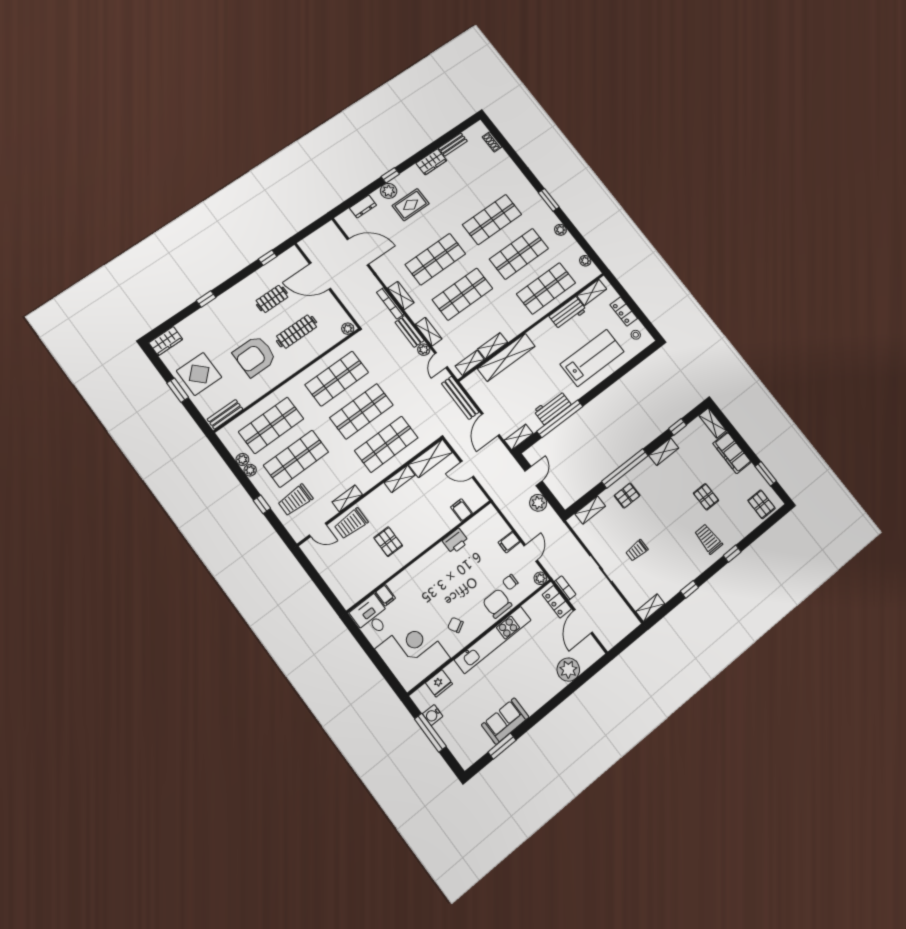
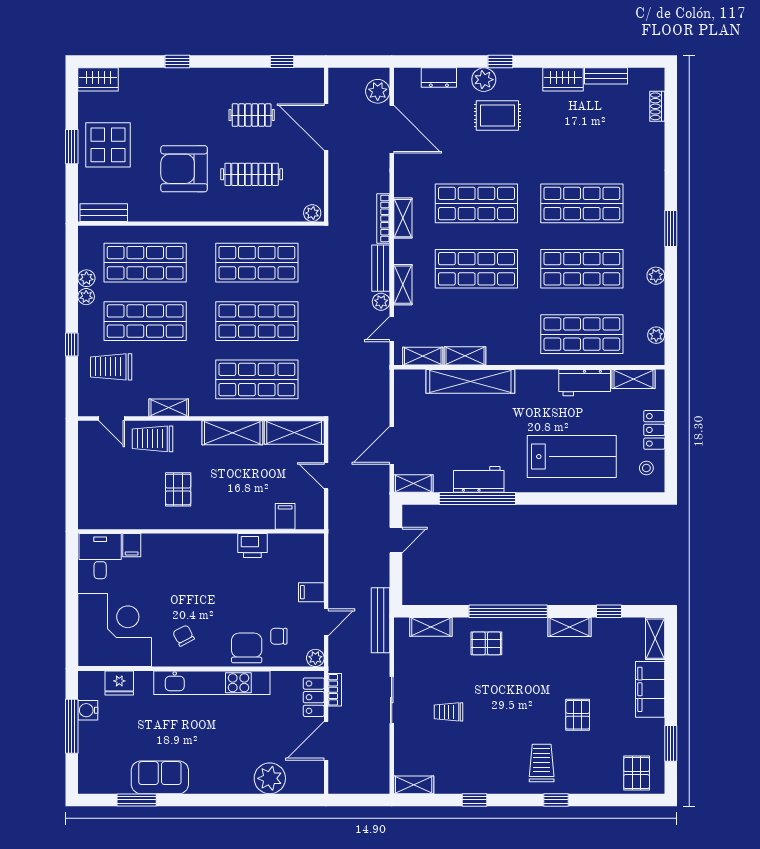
bench: (460, 398) -> (381, 620), moved
shelving: (400, 479) -> (232, 433), width x1.50, depth x1.33
plant: (538, 503) -> (378, 91), moved

